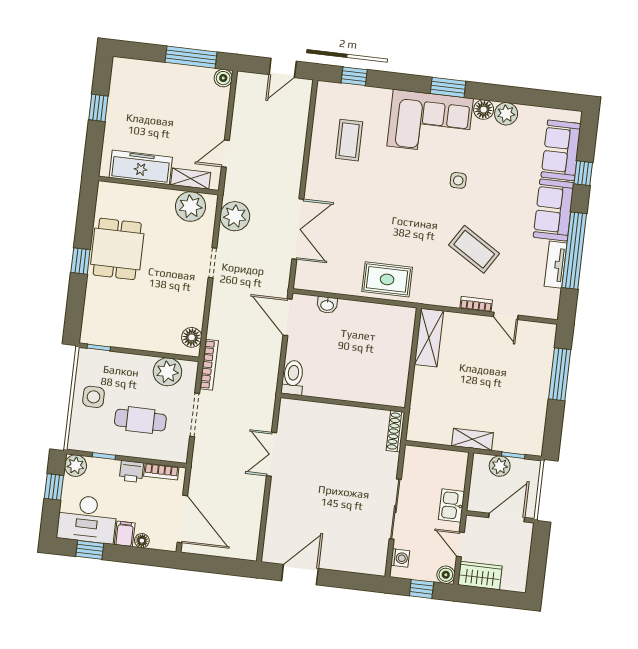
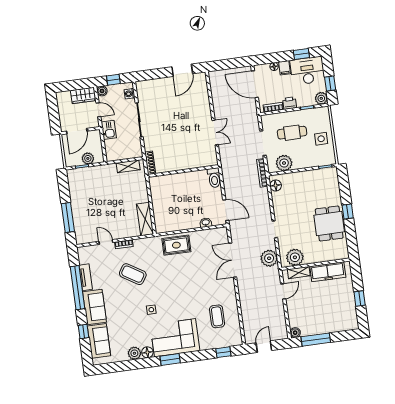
shelving: (472, 439) -> (128, 166), moved

